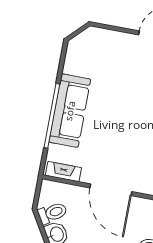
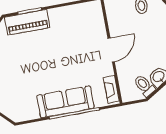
door: (111, 190) -> (111, 50), width x0.73

